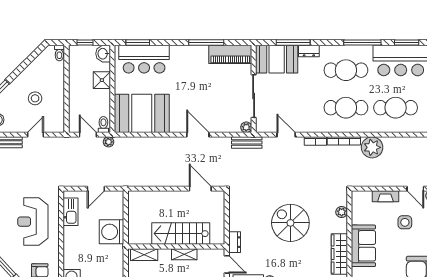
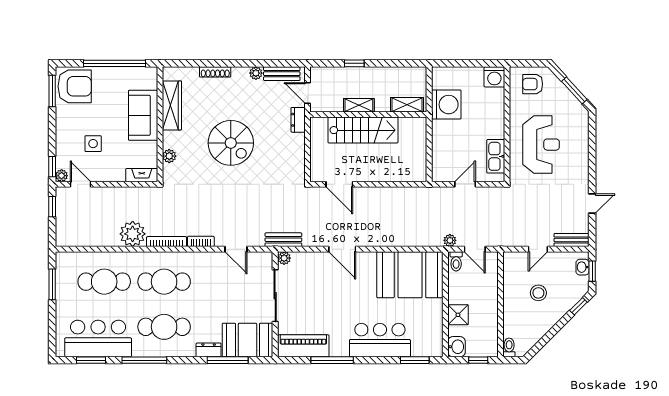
bar counter: (144, 59) -> (380, 340), moved
fireplace: (385, 196) -> (142, 175), moved
washing machine: (112, 232) -> (446, 105), moved

